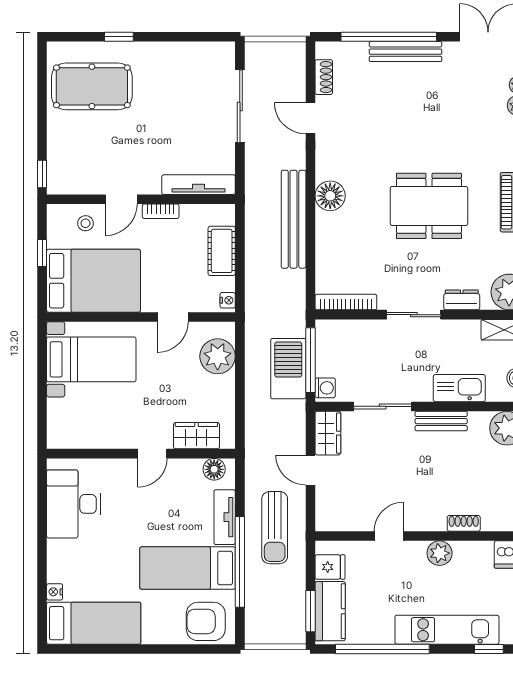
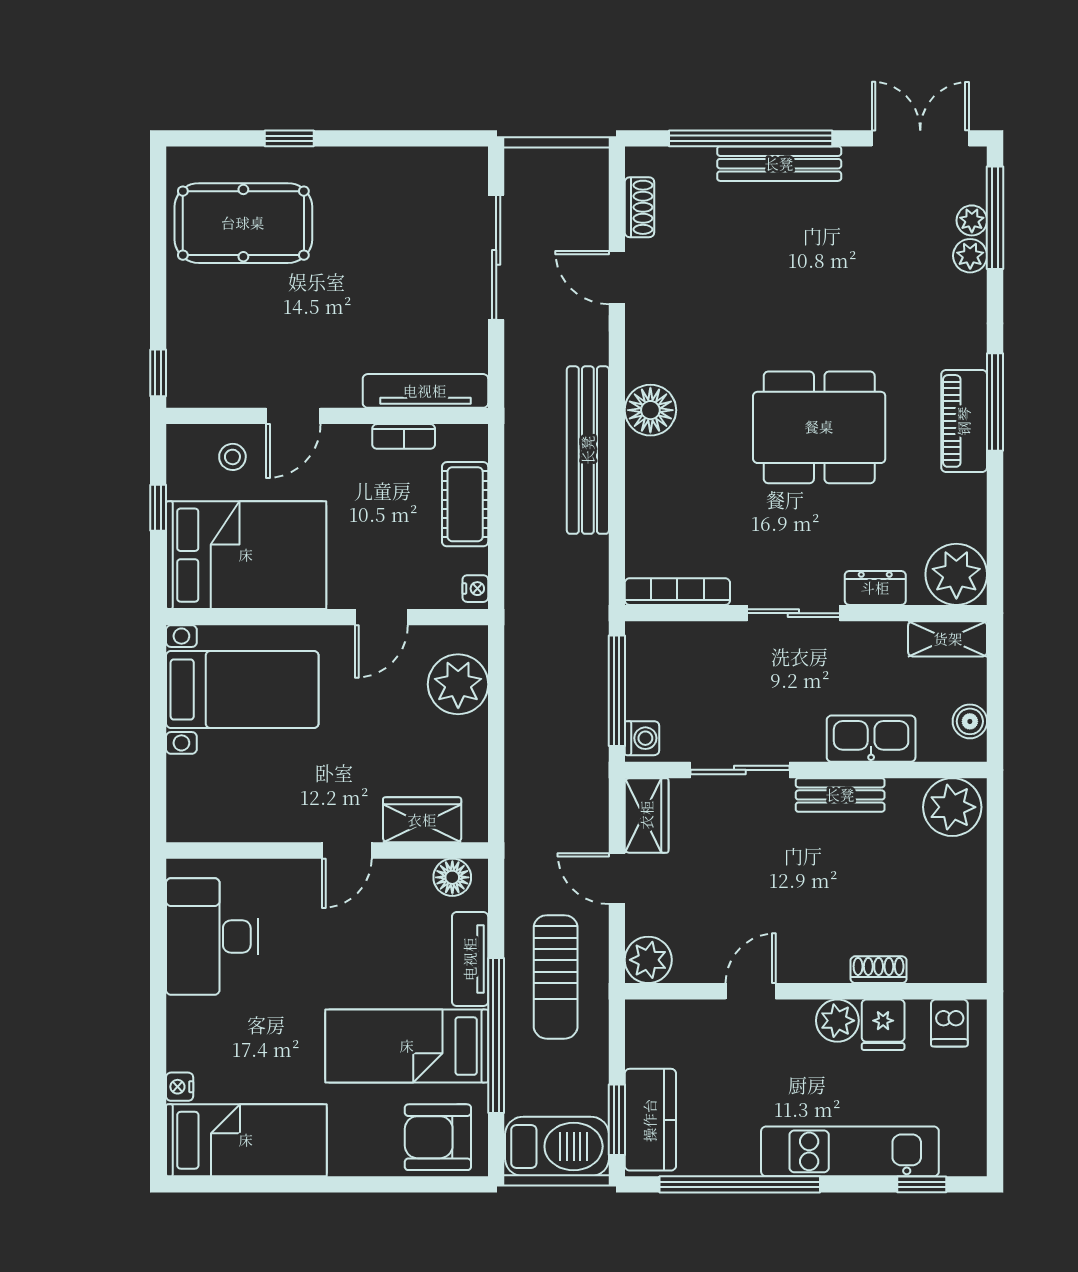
bookcase: (161, 211) -> (404, 436), moved
barbecue: (288, 369) -> (557, 1146), moved, turned 90
plant: (329, 518) -> (648, 960), added
fridge: (330, 567) -> (883, 1025), moved, turned 90

